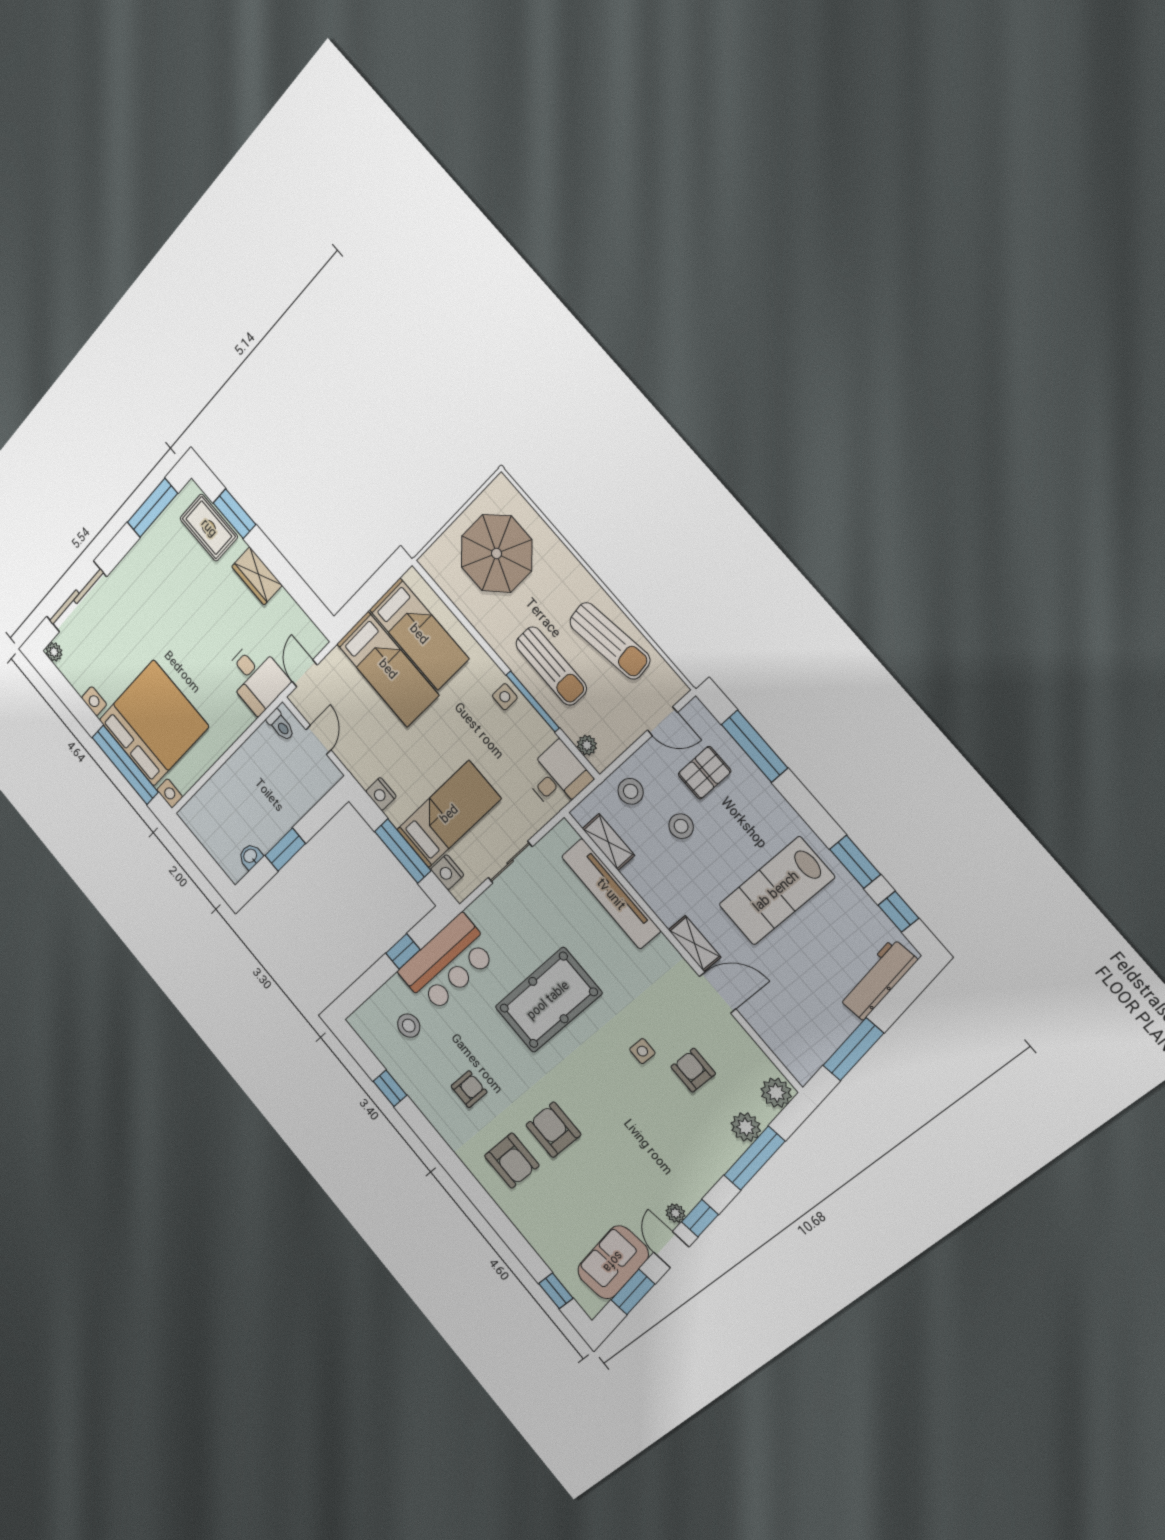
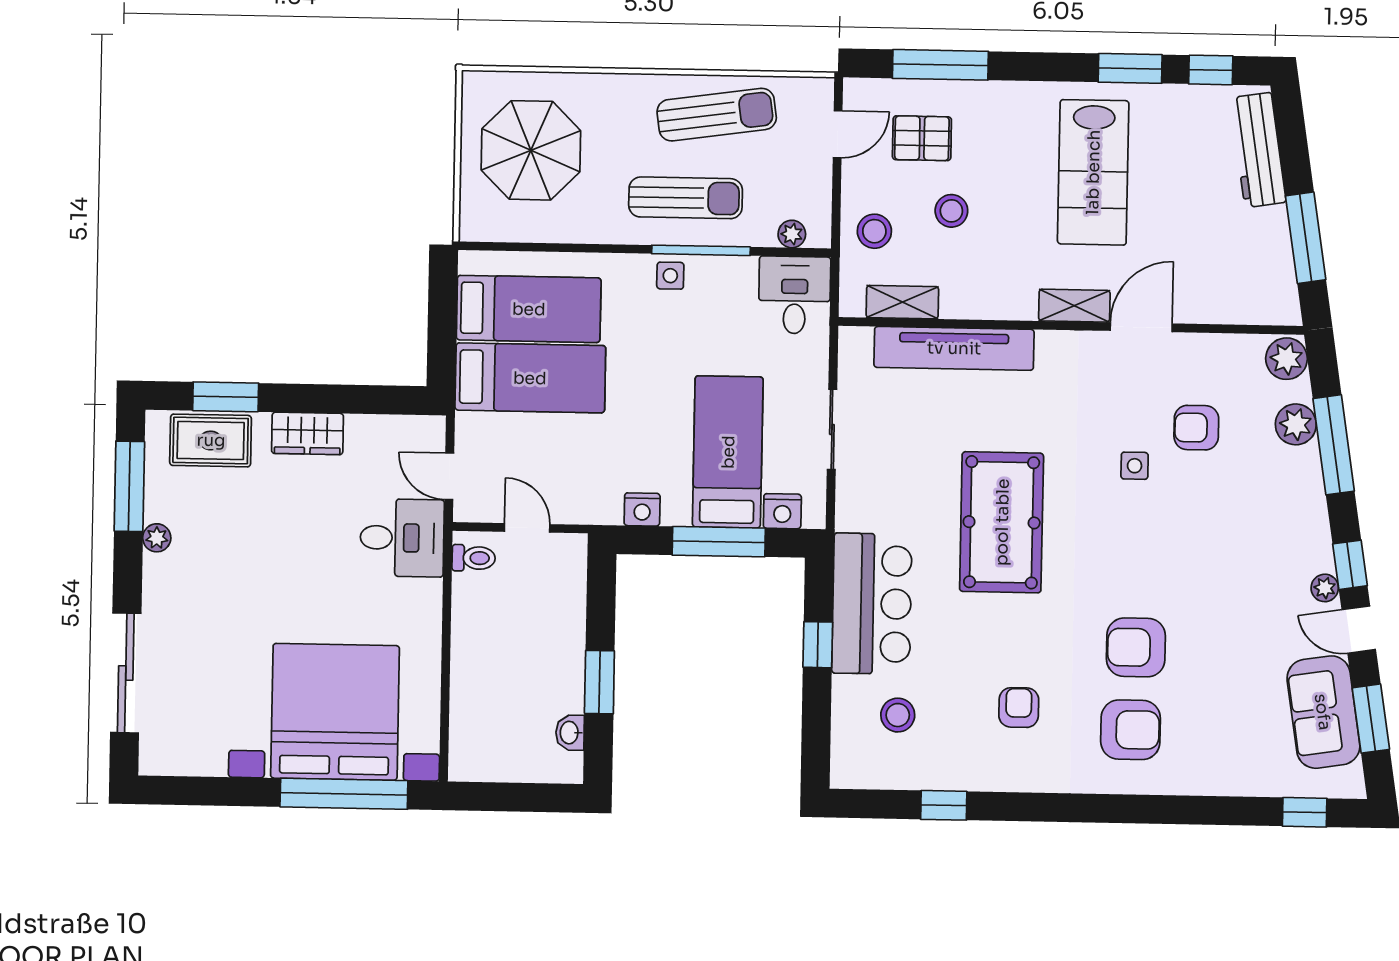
plant: (54, 652) -> (157, 538), moved
pallet: (705, 773) -> (922, 138), turned 90

